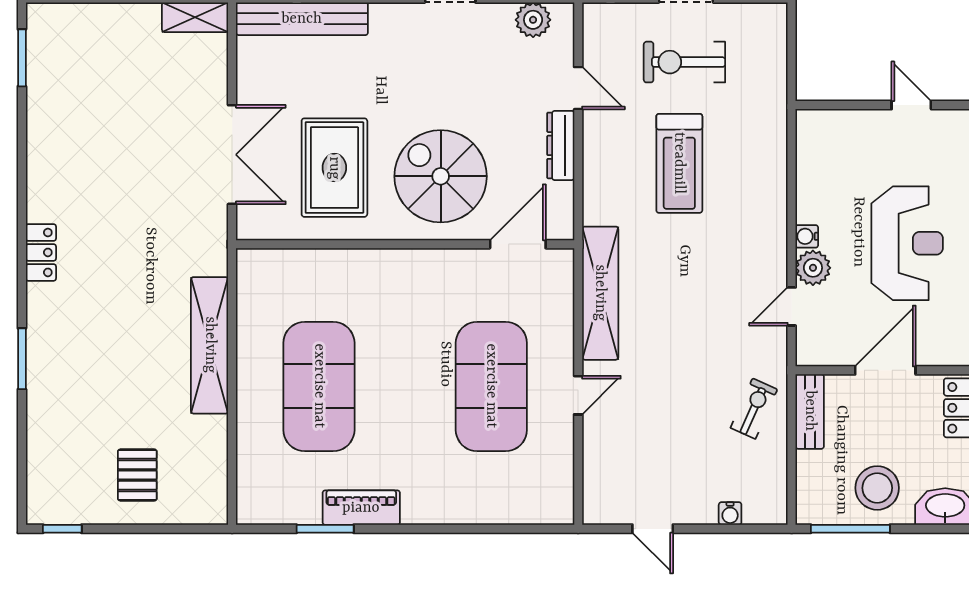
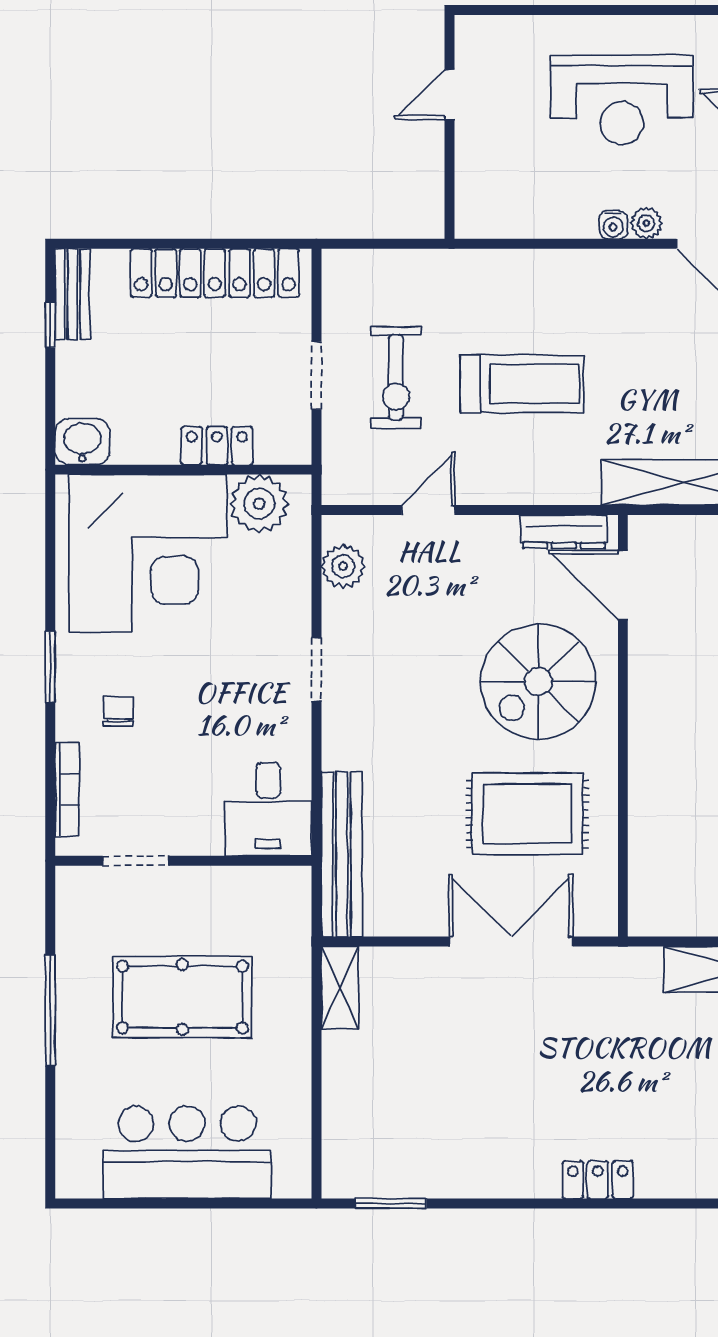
dresser: (561, 145) -> (564, 532), moved
reception desk: (907, 243) -> (622, 100), turned 180
locker: (41, 252) -> (598, 1180), moved
plant: (813, 268) -> (646, 223), width x0.73, depth x0.73

